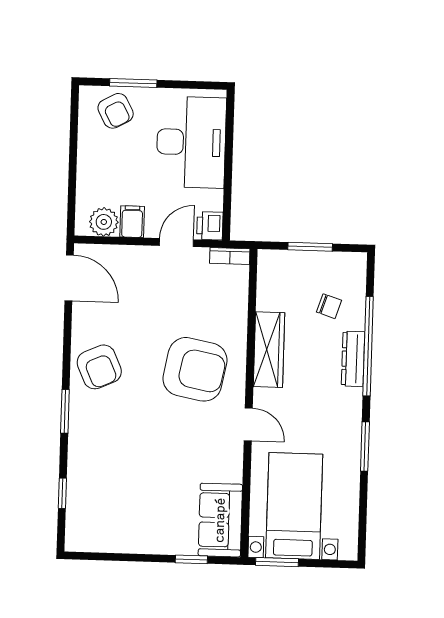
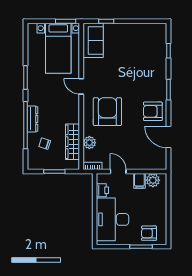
armchair: (116, 111) -> (149, 233), turned -62
printer: (210, 226) -> (102, 190), moved
door: (176, 243) -> (118, 172), swing flipped
door: (69, 278) -> (168, 137), moved
plant: (235, 305) -> (89, 143), added
wardrobe: (269, 350) -> (73, 142), moved
armchair: (99, 367) -> (153, 111), turned -66
armchair: (195, 369) -> (107, 112), turned 79

